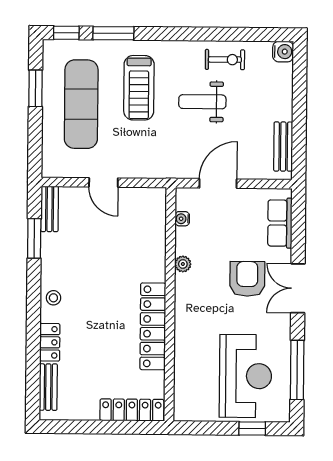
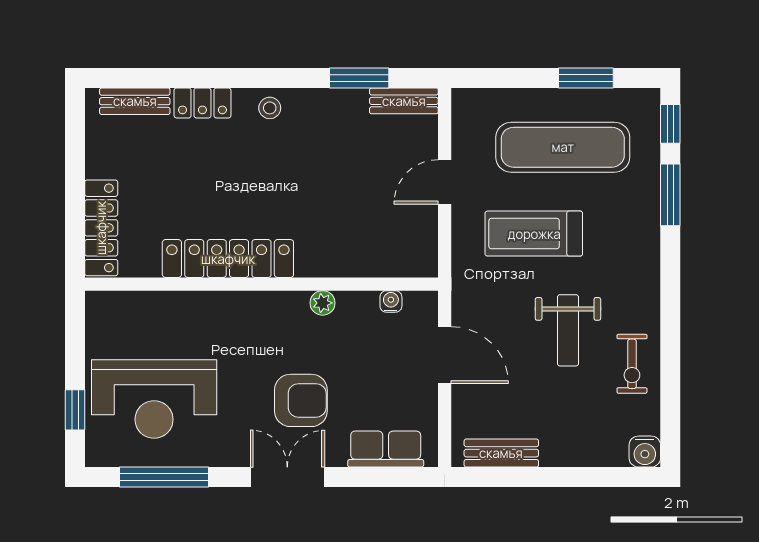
treadmill: (139, 88) -> (534, 234), moved
weight bench: (202, 102) -> (568, 330), turned 180

